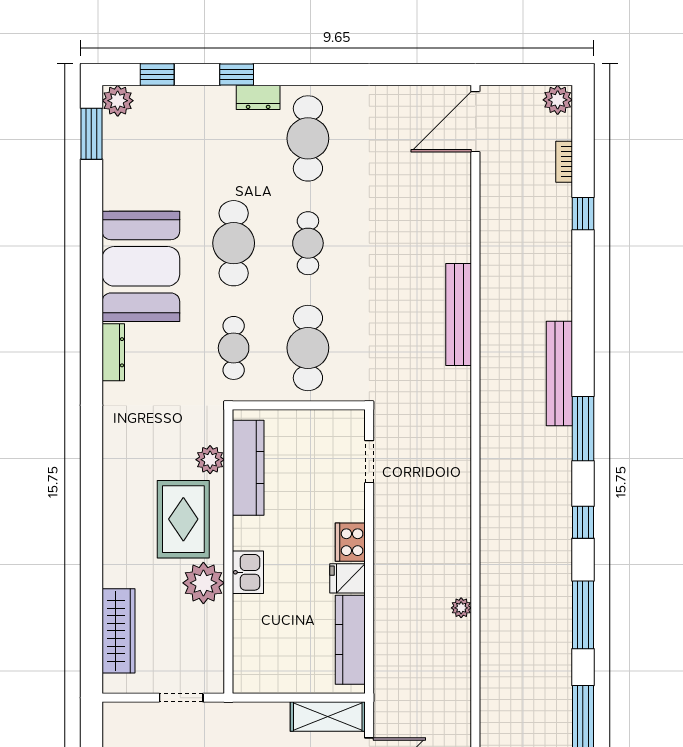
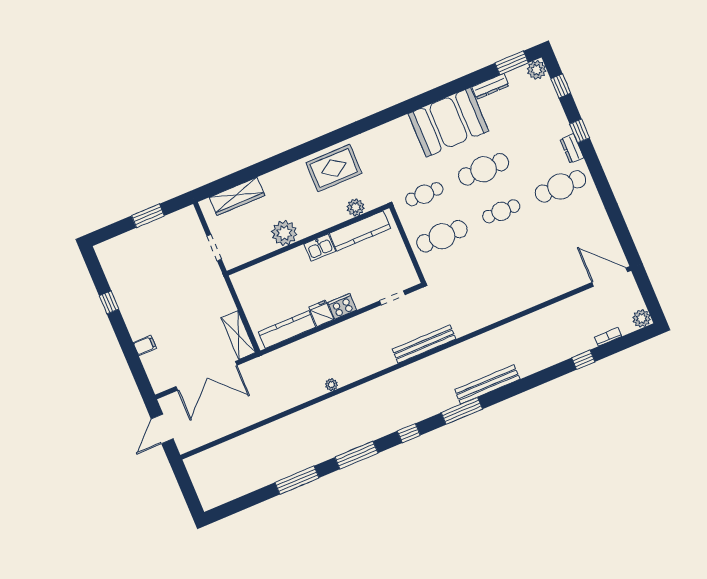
bench: (459, 315) -> (424, 344), moved
dresser: (113, 352) -> (490, 86), moved
rug: (183, 519) -> (334, 168), moved
kitchen sink: (248, 572) -> (320, 248), moved

